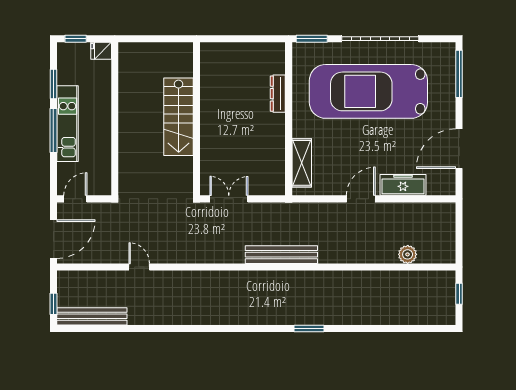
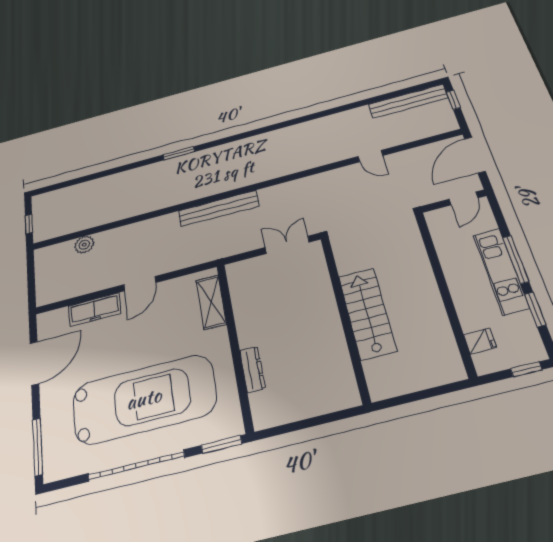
fridge: (101, 51) -> (480, 341), moved
double door: (229, 199) -> (287, 245), swing flipped

